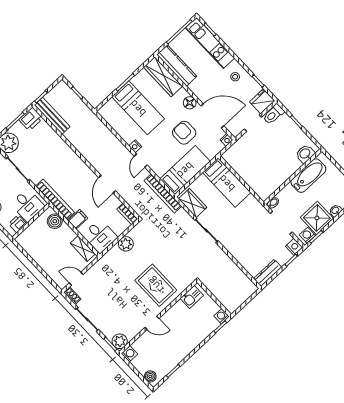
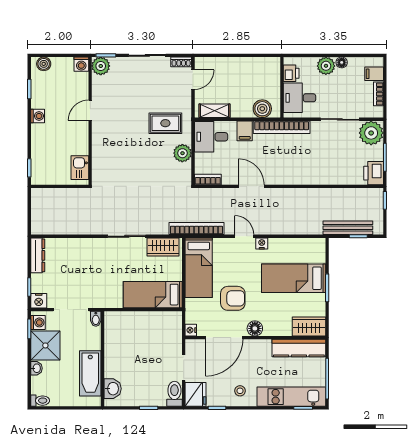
wardrobe: (163, 77) -> (309, 326), width x0.67
bench: (52, 116) -> (348, 228), moved
rug: (156, 285) -> (165, 123), moved, width x0.73, depth x0.70
washing machine: (222, 316) -> (38, 116), moved

